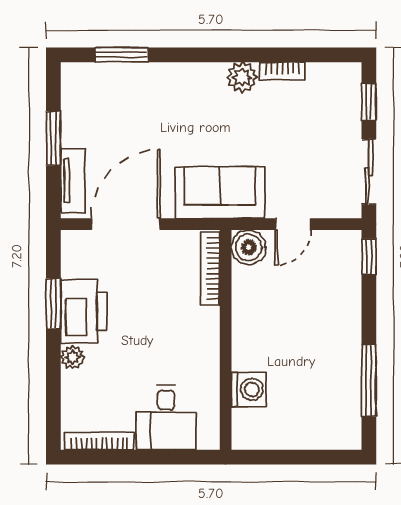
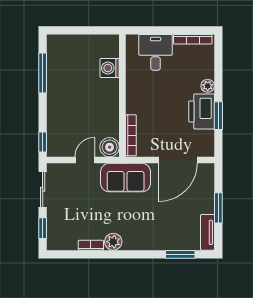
tv unit: (73, 180) -> (207, 232), moved

